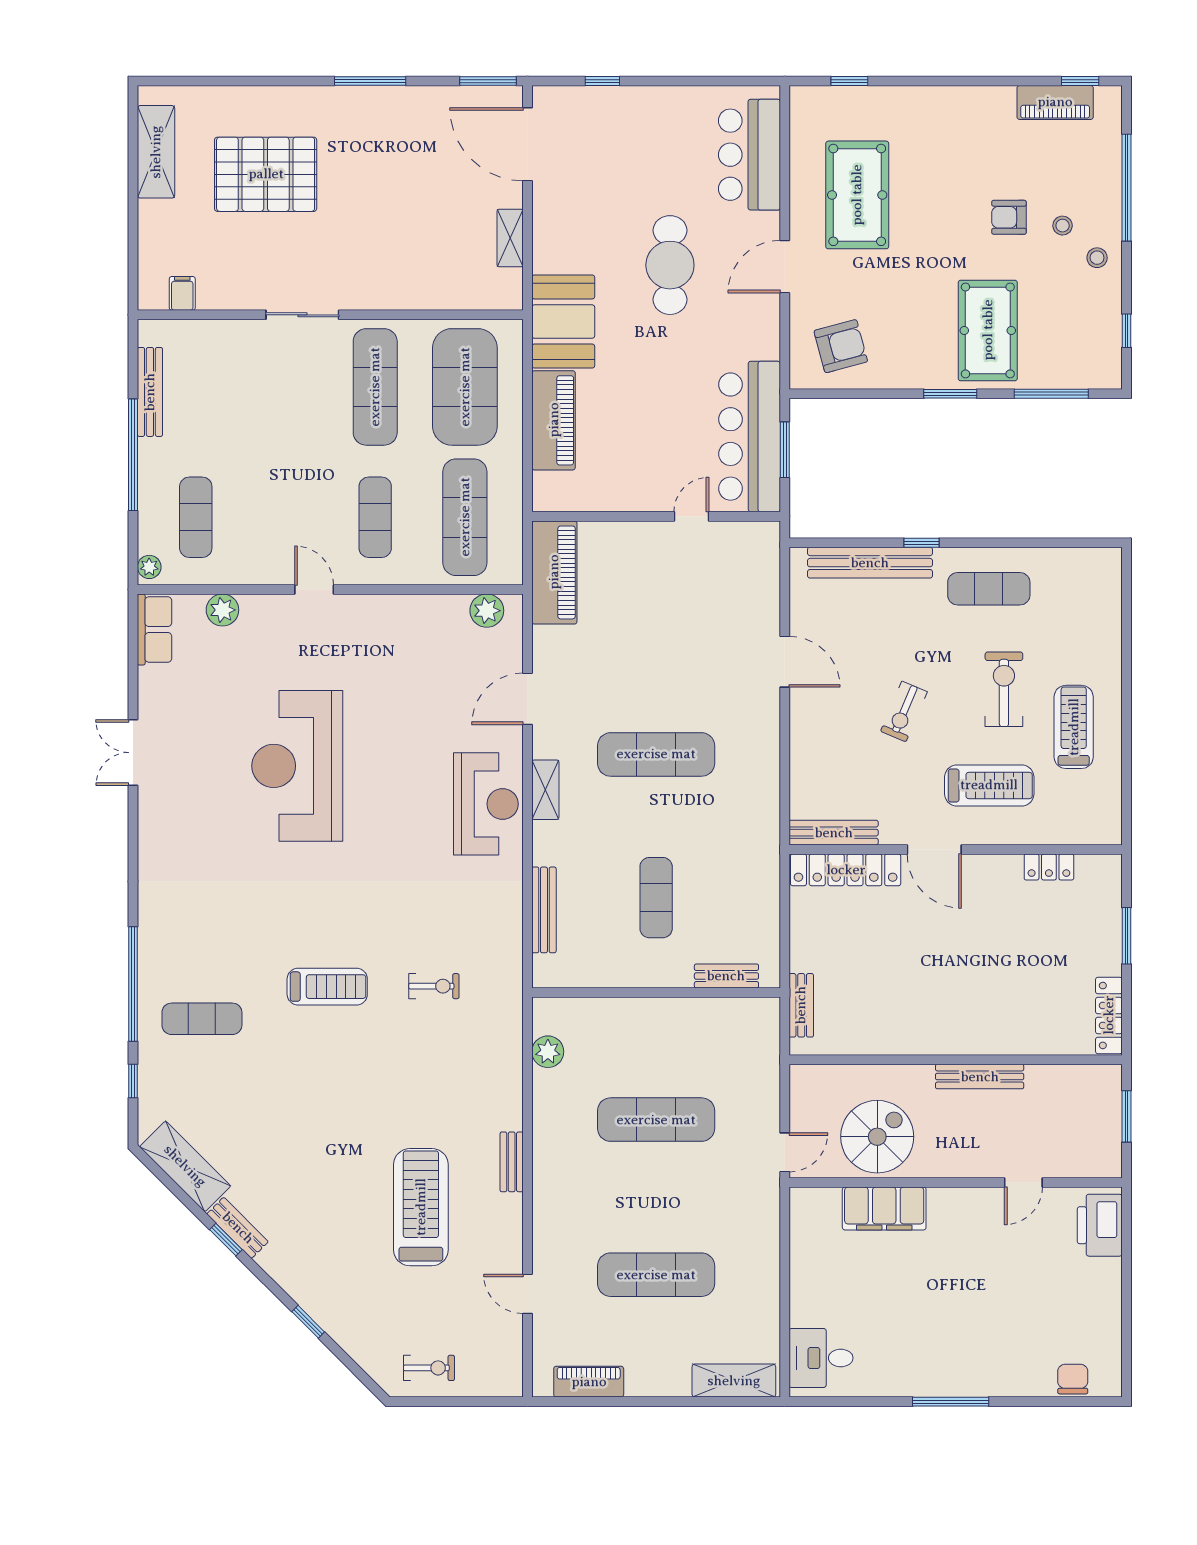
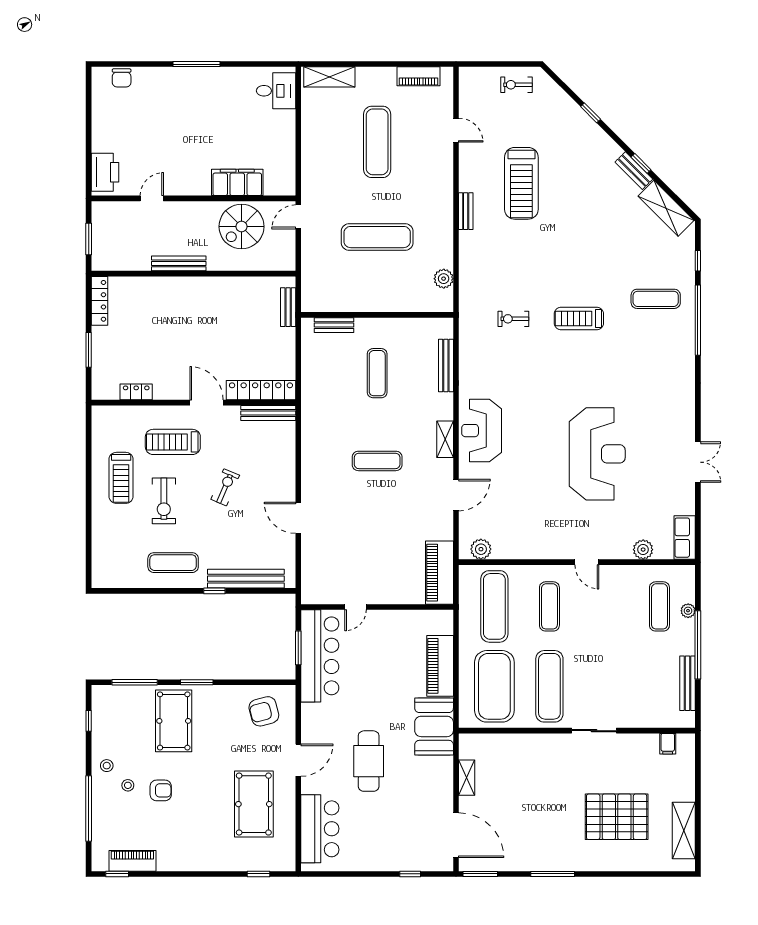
plant: (149, 567) -> (688, 611), moved
exercise mat: (656, 754) -> (377, 461), width x0.73, depth x0.69
exercise mat: (656, 1275) -> (377, 142), turned 90

